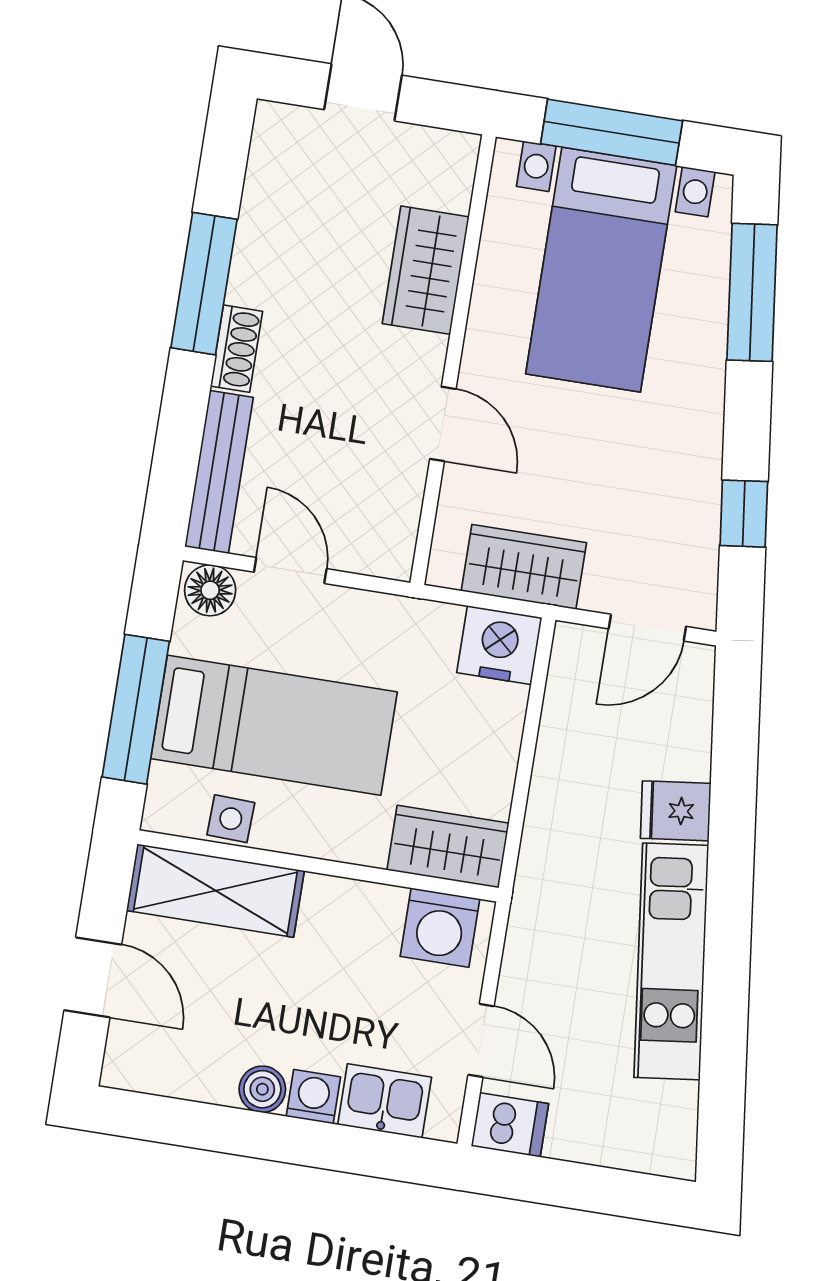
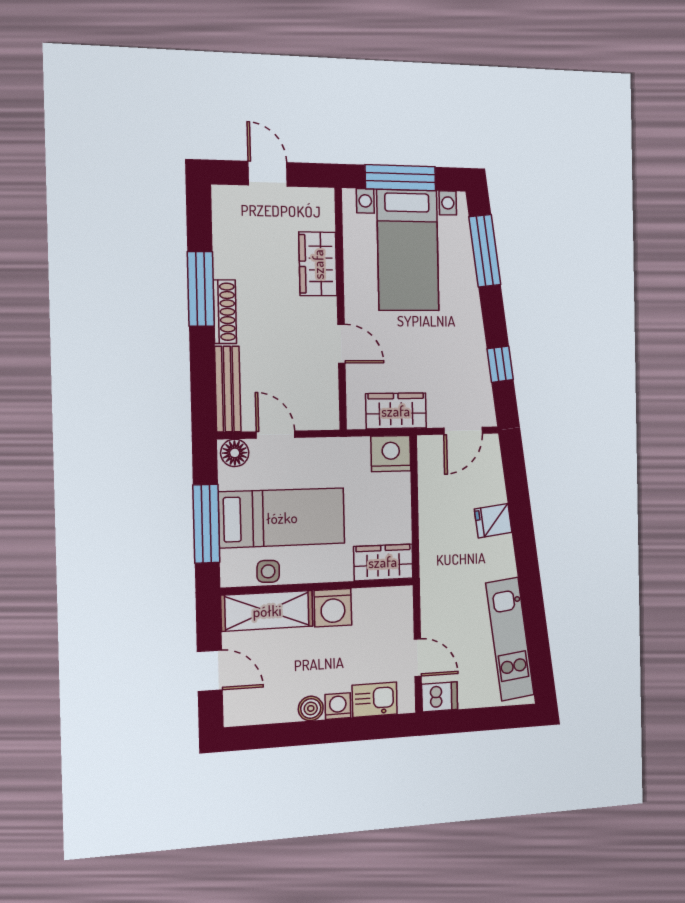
shoe rack: (237, 349) -> (225, 312), width x1.43
washing machine: (440, 928) -> (333, 608), moved
kitchen unit: (671, 961) -> (510, 639), moved

